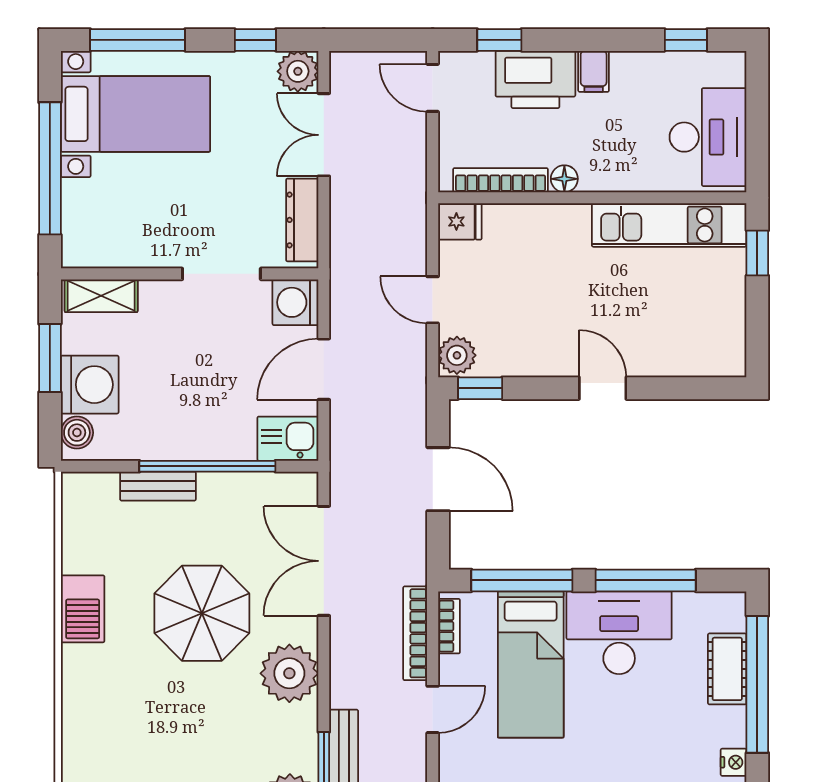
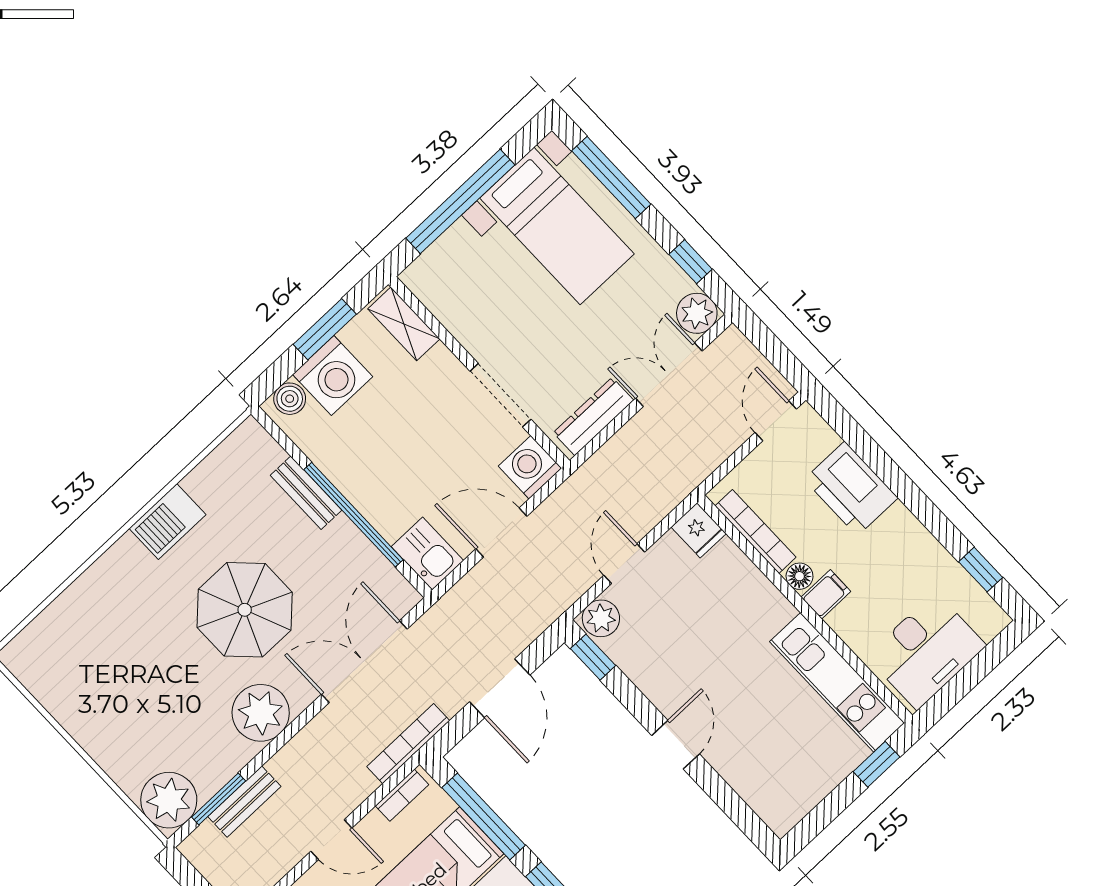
window: (499, 40) -> (855, 436), removed
filing cabinet: (594, 71) -> (826, 594), moved, turned 180
bookcase: (415, 633) -> (408, 744), moved

